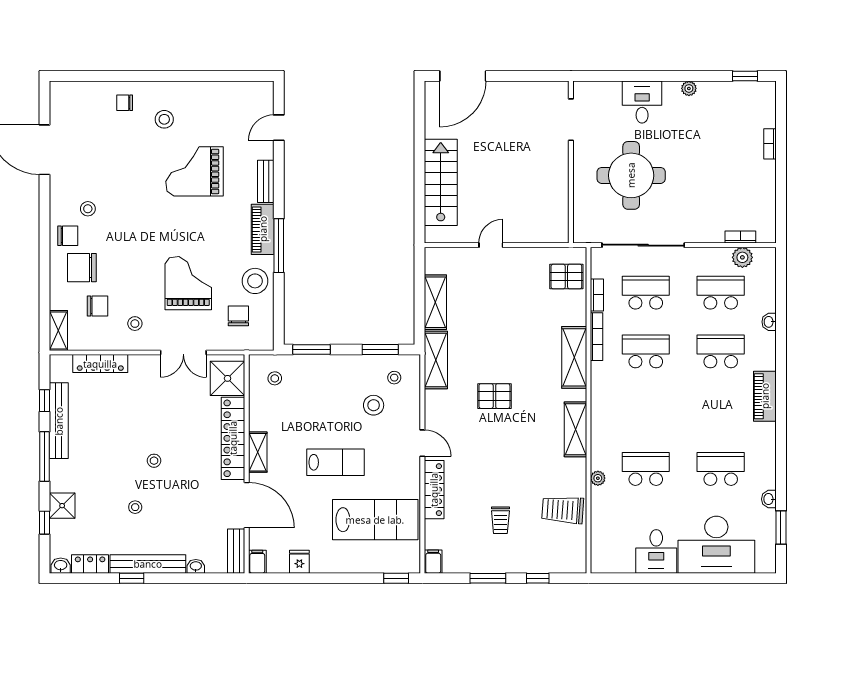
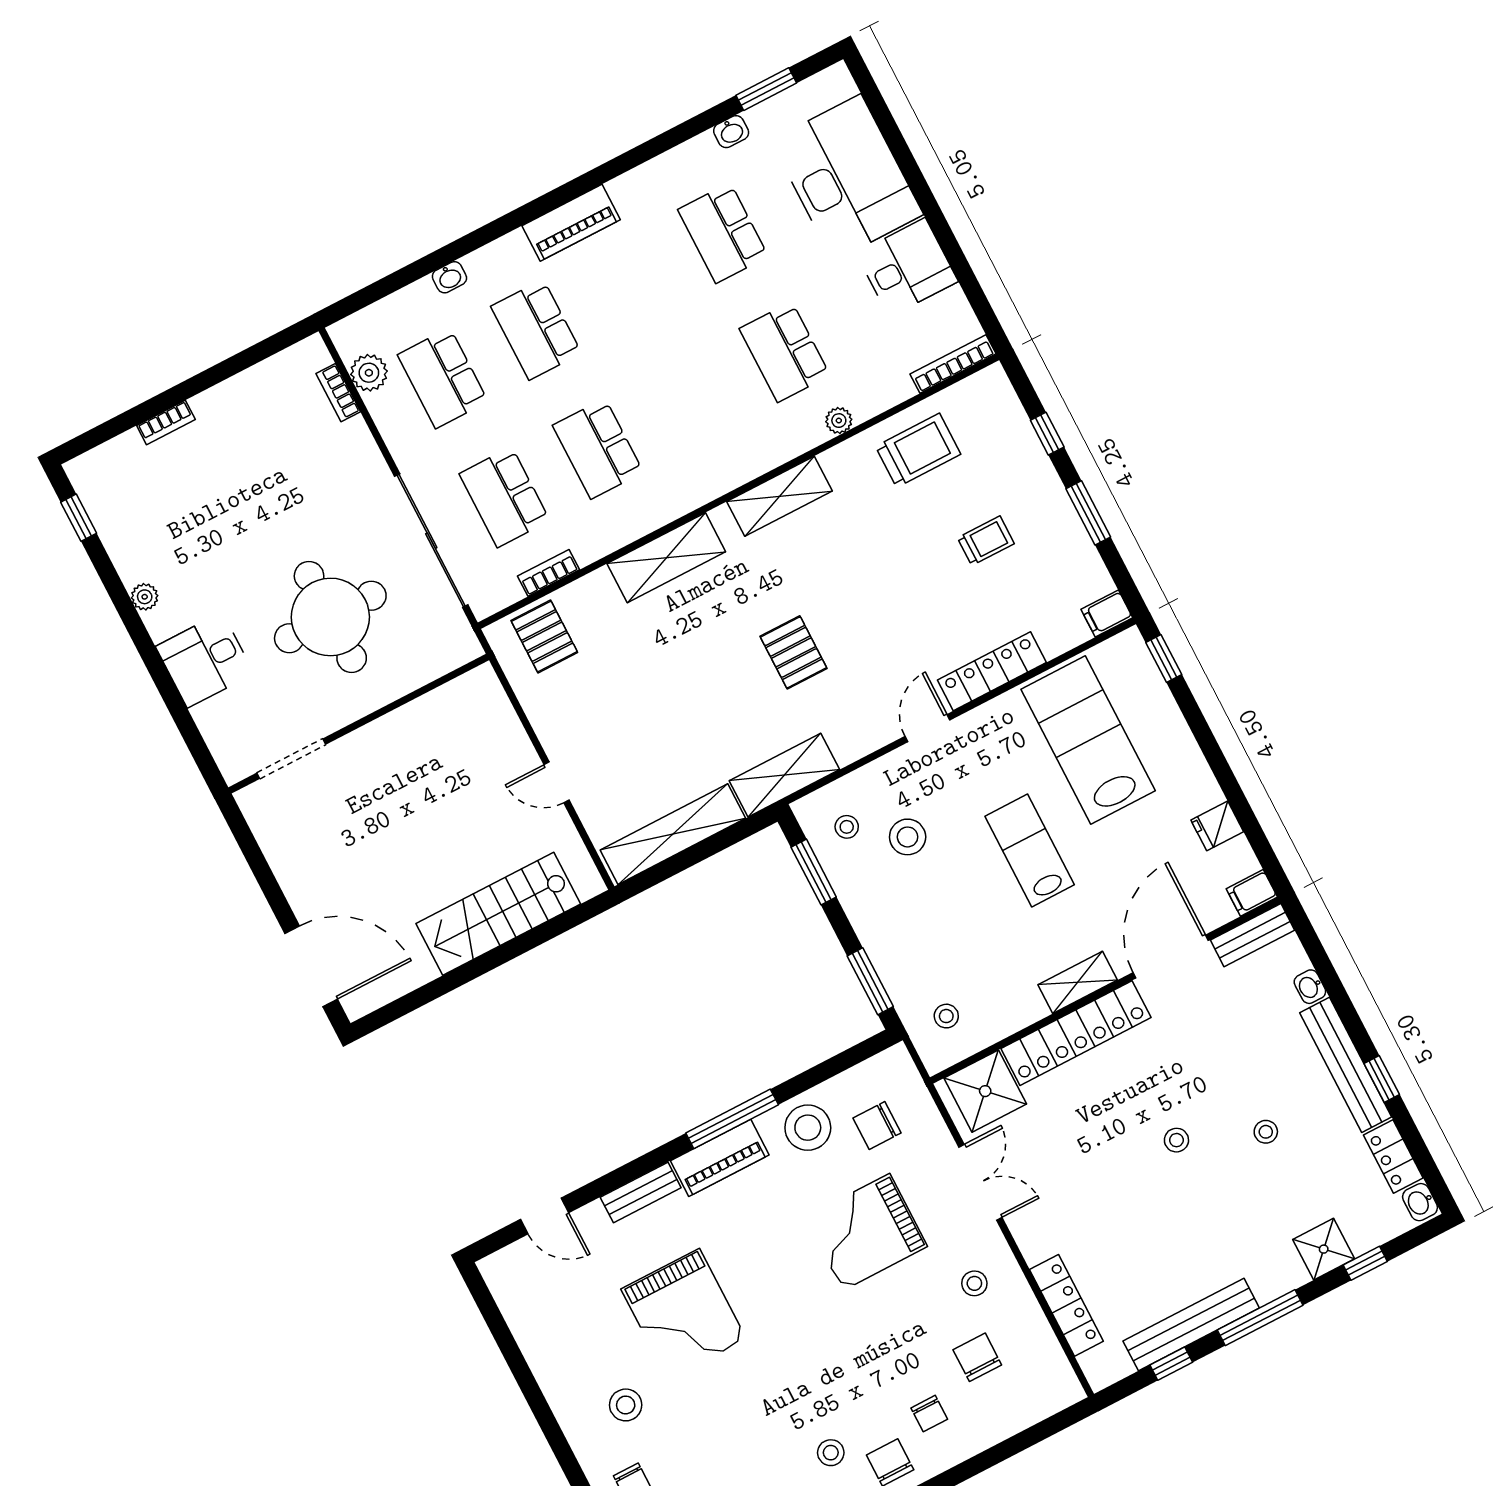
chair: (82, 268) -> (929, 1414), width x0.54, depth x0.54
shelving: (435, 302) -> (673, 834), width x1.47
shelving: (58, 330) -> (1048, 1399), removed
bookcase: (597, 337) -> (953, 364), moved
trolley: (563, 510) -> (918, 450), turned -94

